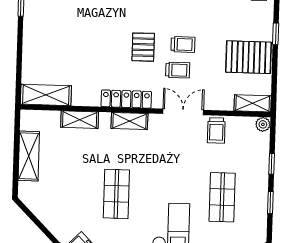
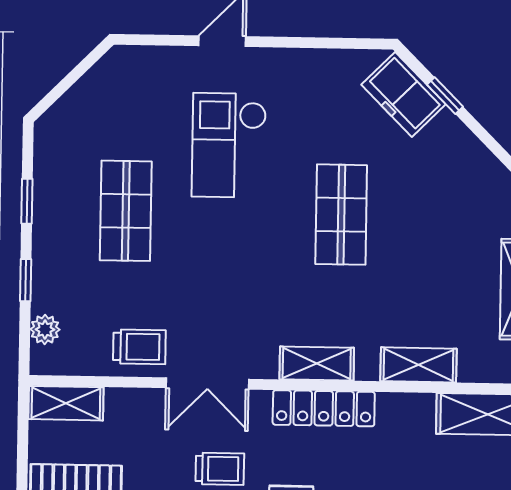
trolley: (178, 70) -> (220, 469), turned 180
plant: (263, 124) -> (45, 329), moved
trolley: (216, 130) -> (139, 347), turned 90

